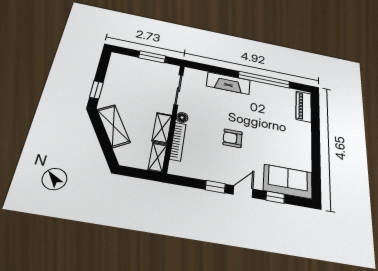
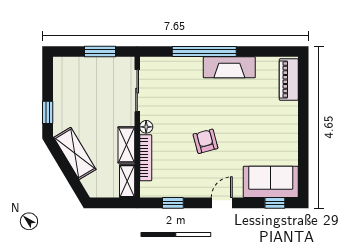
window: (264, 80) -> (204, 52), moved
fireplace: (228, 83) -> (229, 67), moved
armchair: (233, 138) -> (205, 141), turned 75
window: (215, 187) -> (173, 203), moved
window: (275, 197) -> (275, 203), moved

